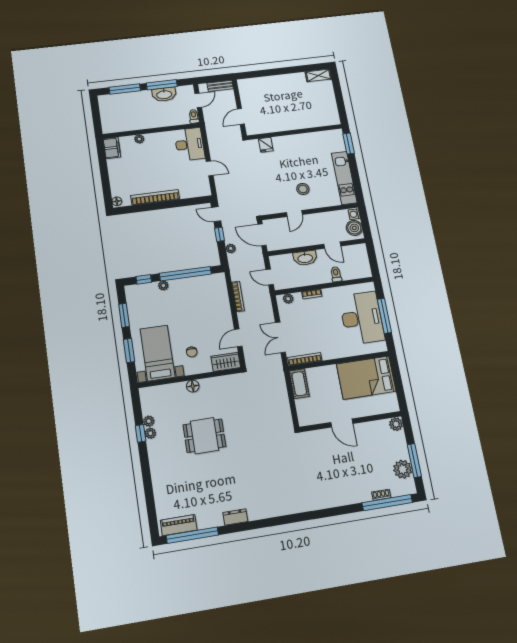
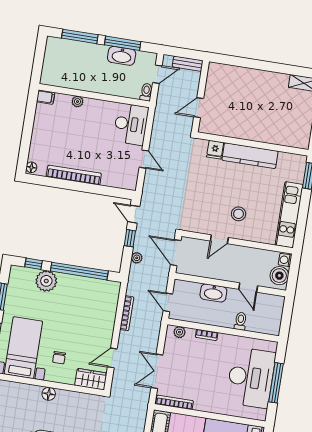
kitchen counter: (296, 141) -> (250, 156), added
filing cabinet: (112, 148) -> (46, 97), width x0.50
plant: (163, 285) -> (46, 281), width x1.88, depth x1.88

